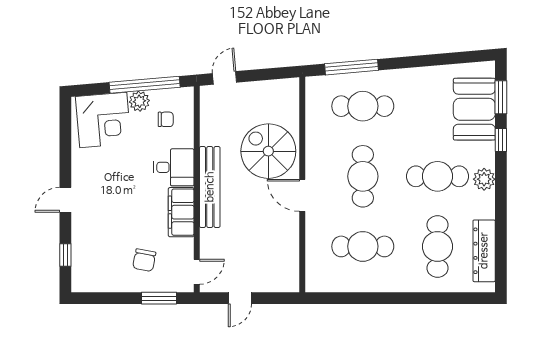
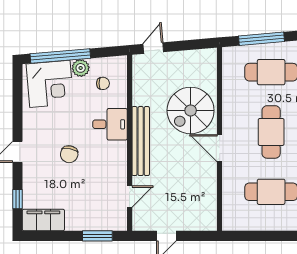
window: (145, 85) -> (60, 56), moved
spiral stairs: (268, 151) -> (191, 110), turned -90
filing cabinet: (181, 212) -> (43, 220), moved, turned 90
chair: (144, 260) -> (69, 154), moved
door: (197, 272) -> (130, 197), moved

